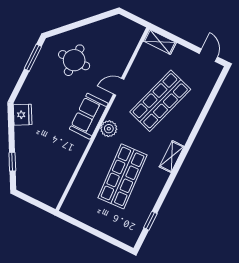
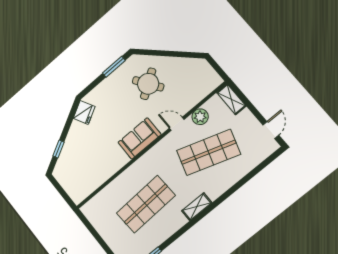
round table: (74, 60) -> (148, 84), turned -34
plant: (109, 129) -> (200, 117), moved

